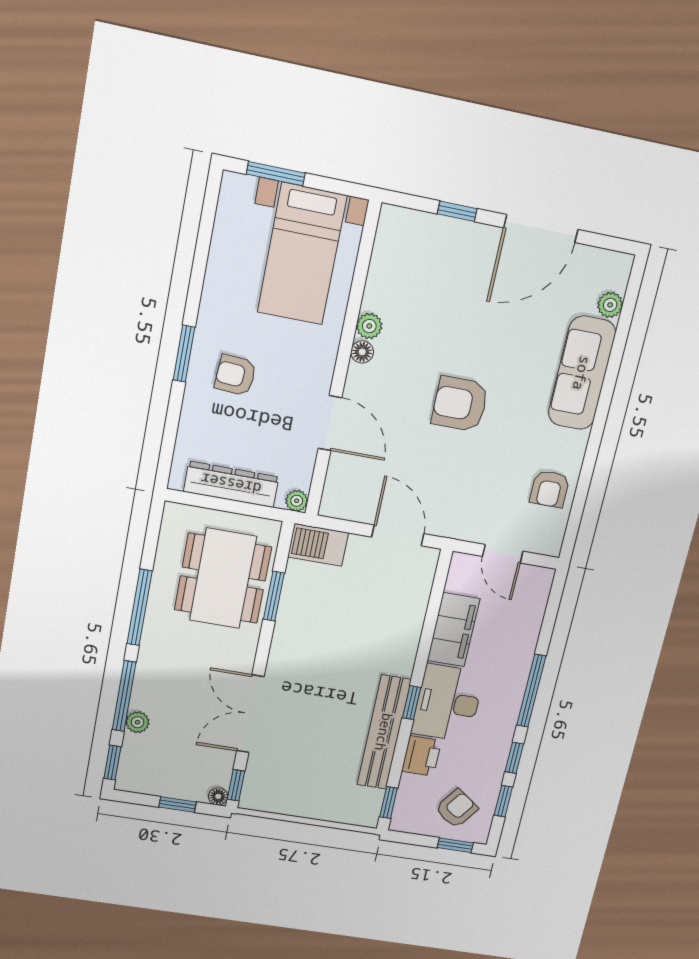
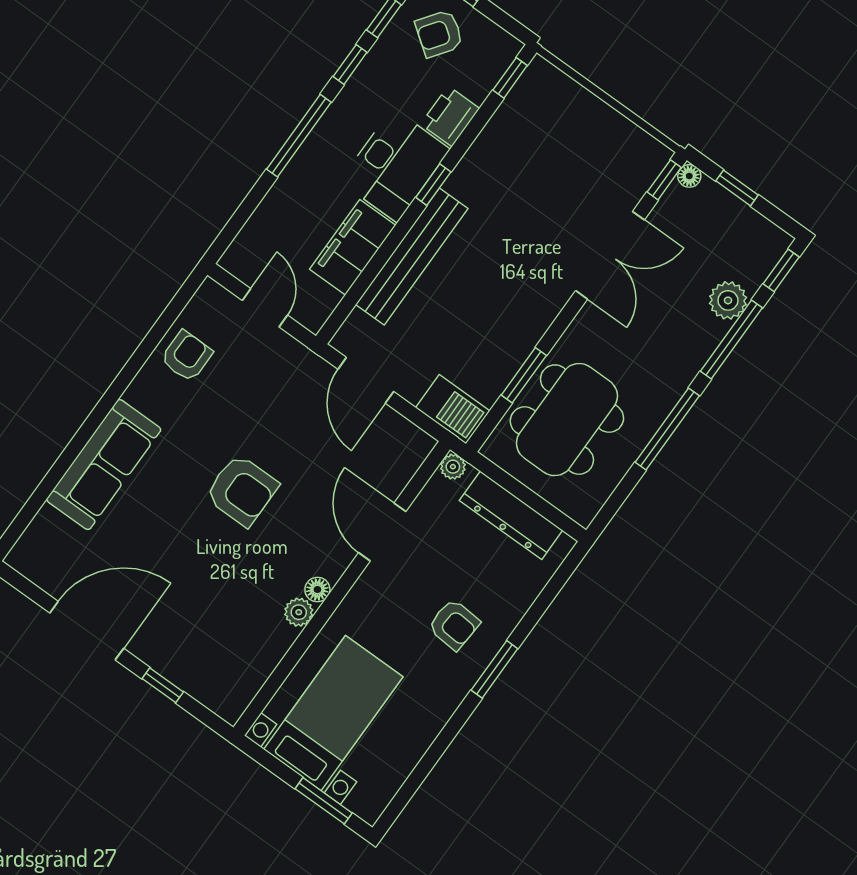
plant: (610, 305) -> (47, 522), removed
plant: (137, 722) -> (728, 300), width x1.38, depth x1.38
bench: (384, 732) -> (412, 257), moved

